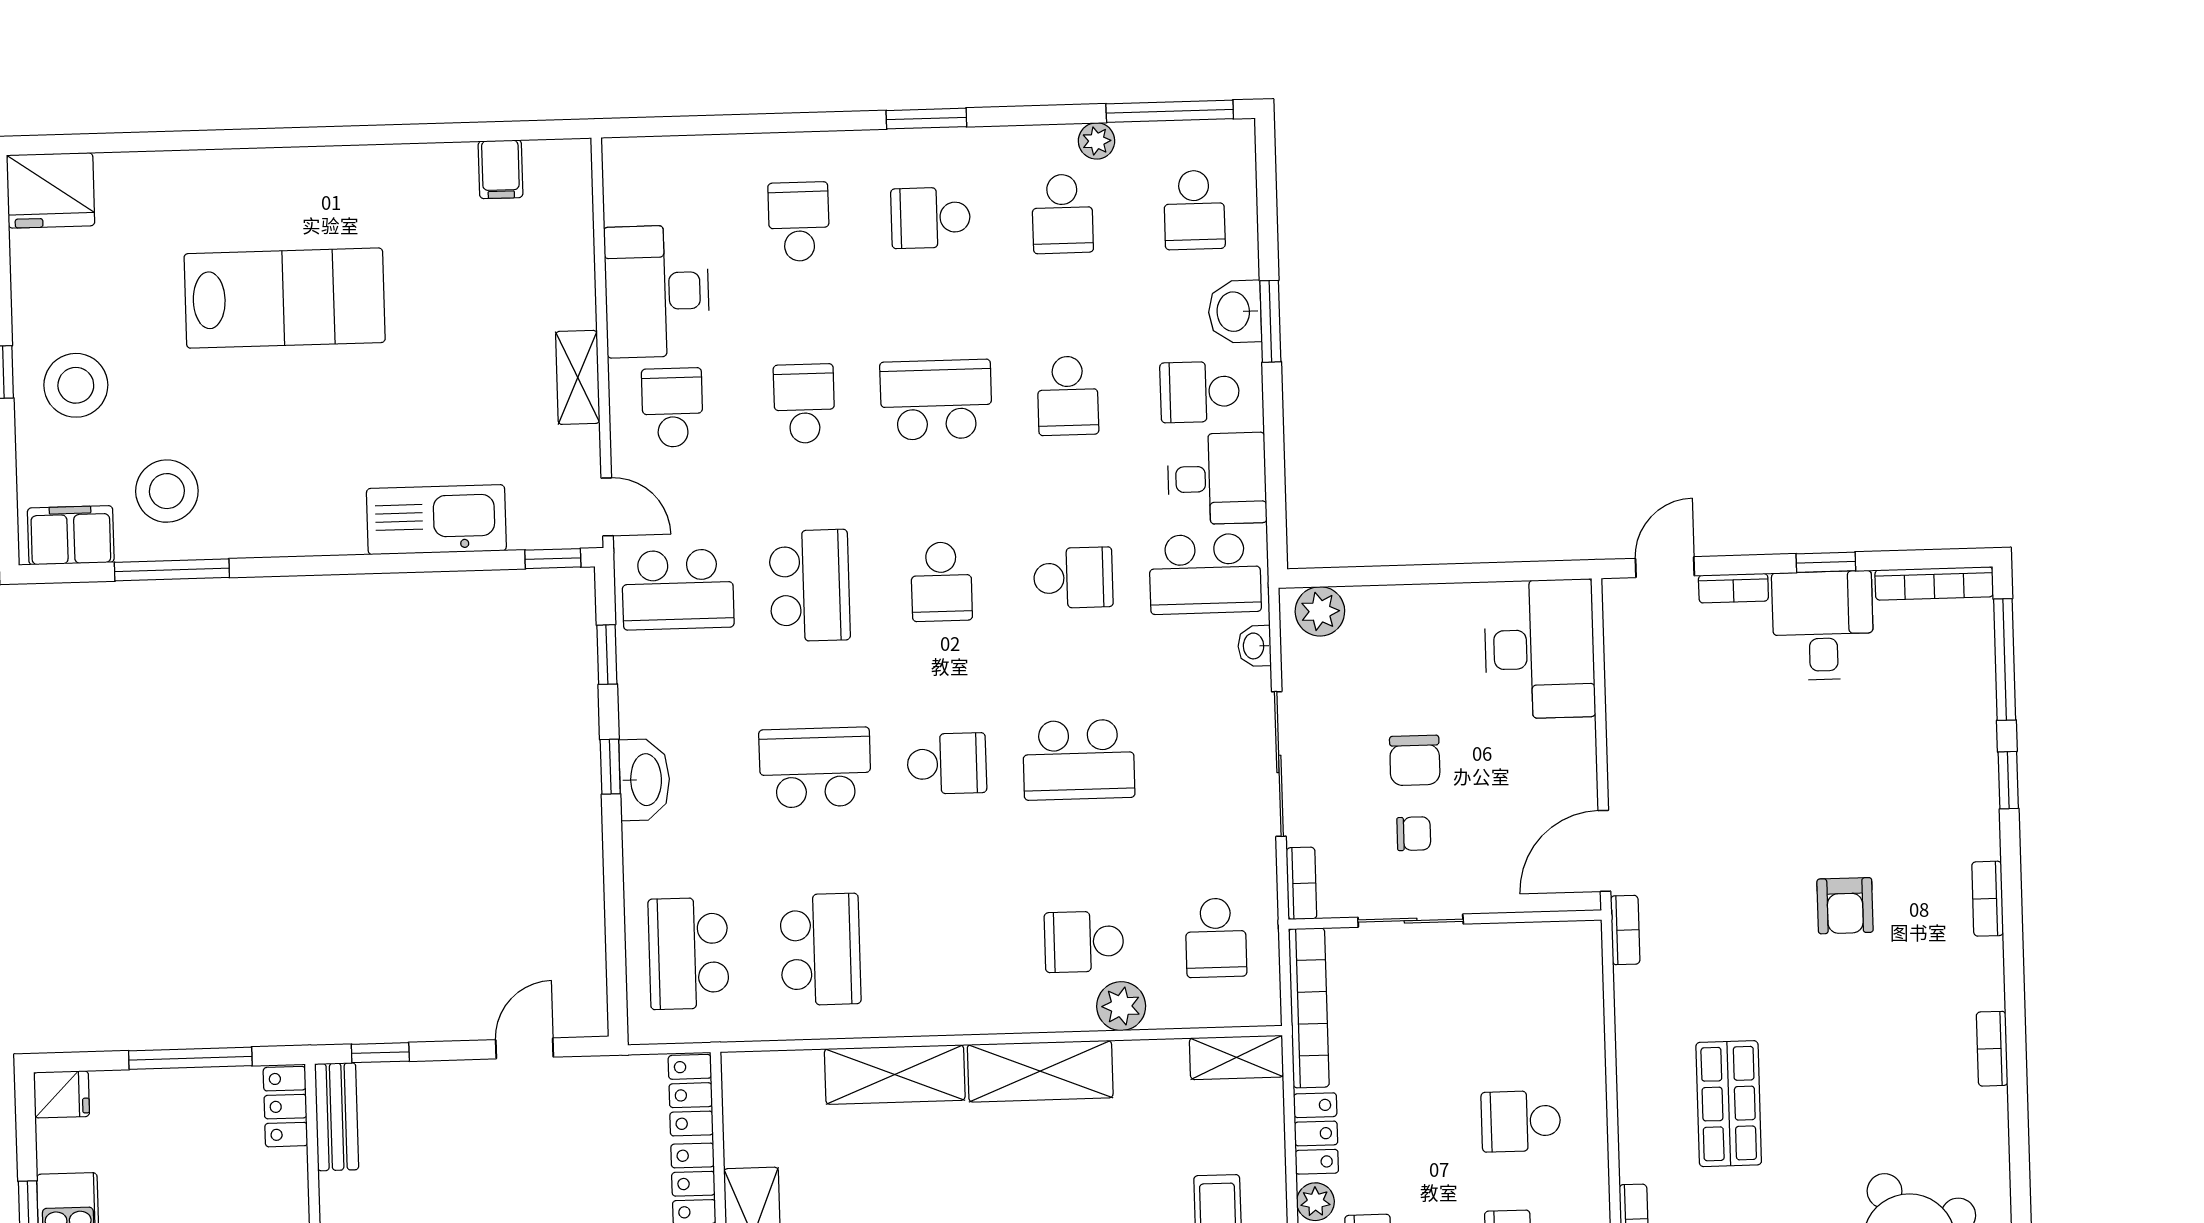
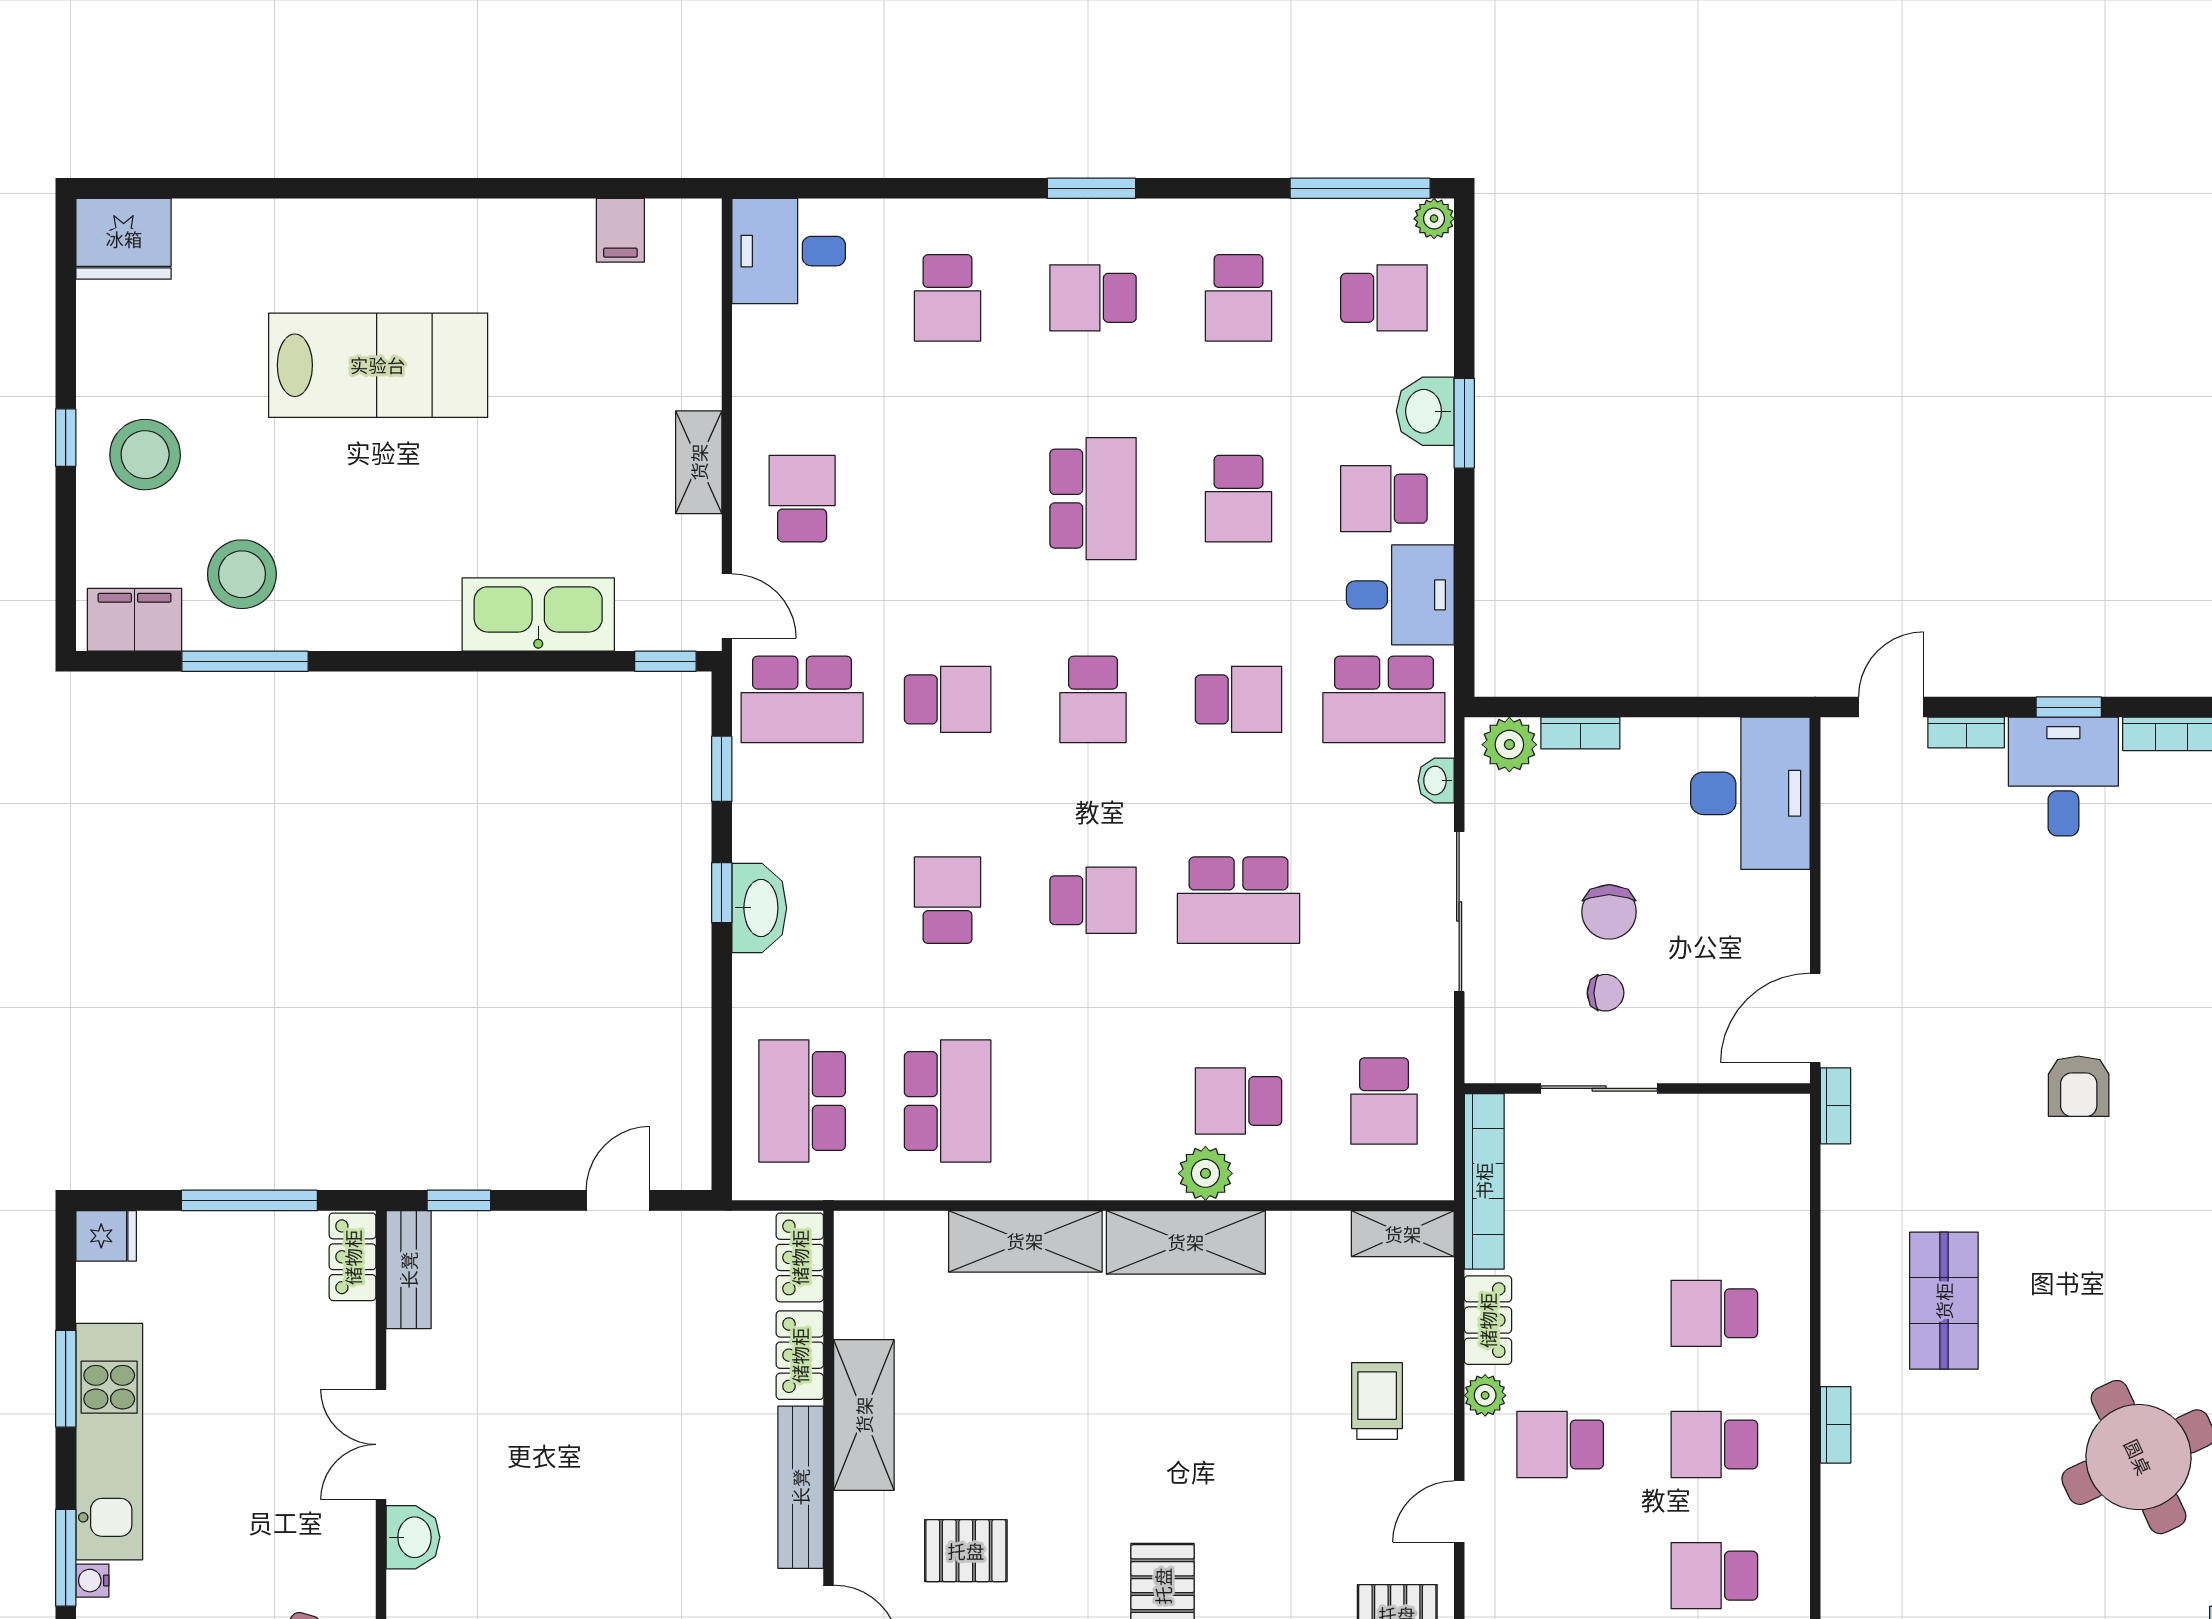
plant: (1097, 141) -> (1434, 219), moved
school desk: (1194, 210) -> (1384, 298), turned -90
school desk: (799, 222) -> (948, 298), turned 180
desk: (657, 291) -> (789, 251), moved, width x0.73
school desk: (936, 400) -> (1093, 499), turned 90
school desk: (804, 404) -> (948, 499), removed
school desk: (810, 586) -> (948, 699), width x0.54
school desk: (815, 768) -> (948, 900), width x0.54
bookcase: (1301, 883) -> (1580, 733), moved, turned 90
plant: (1121, 1006) -> (1205, 1173), moved

